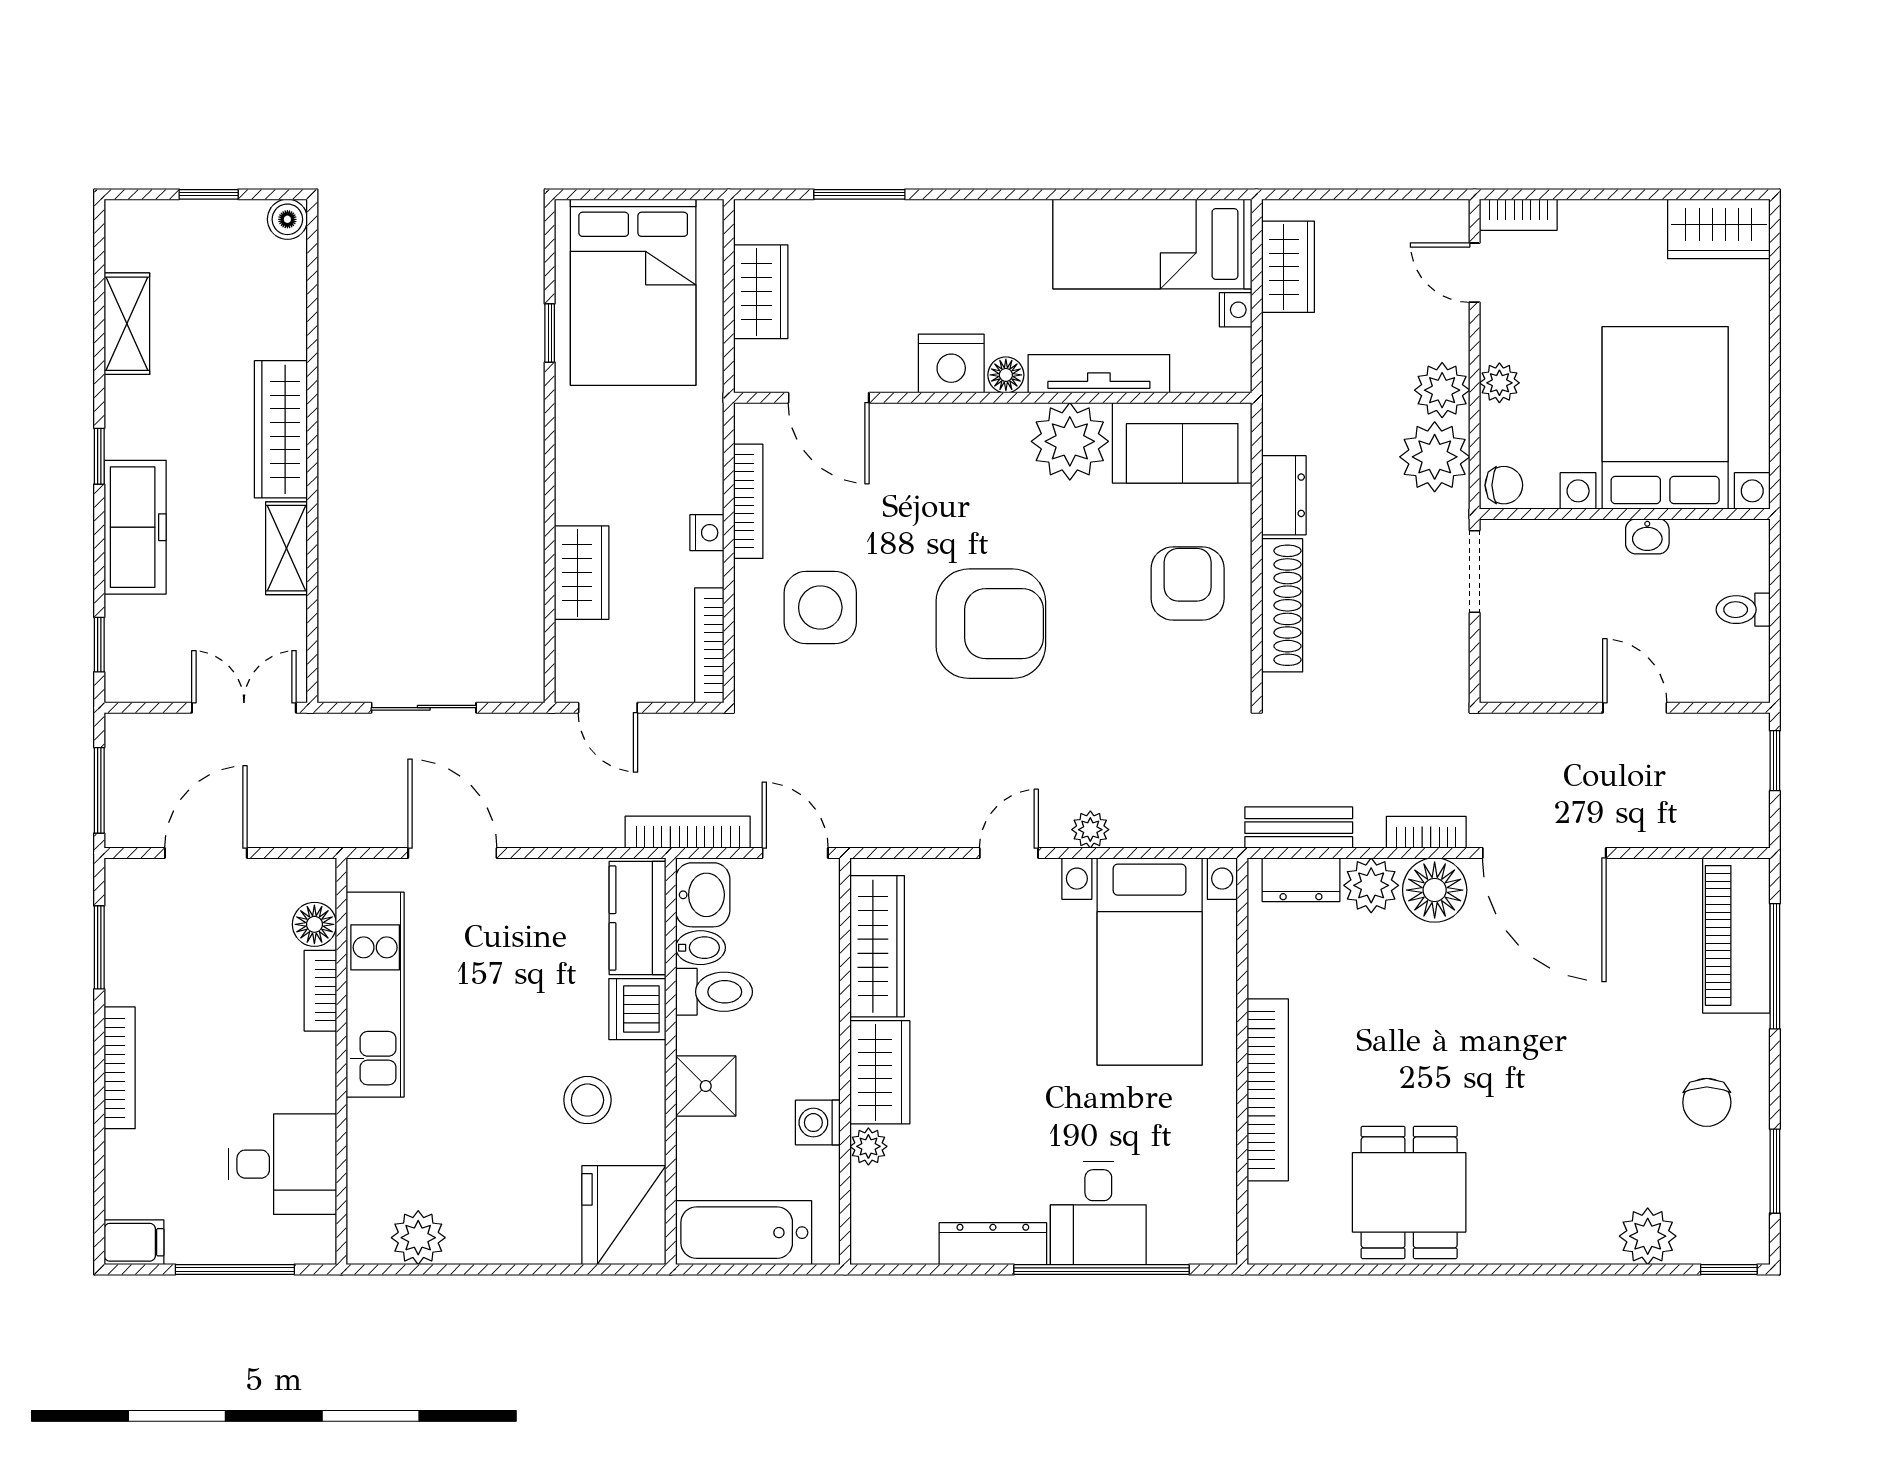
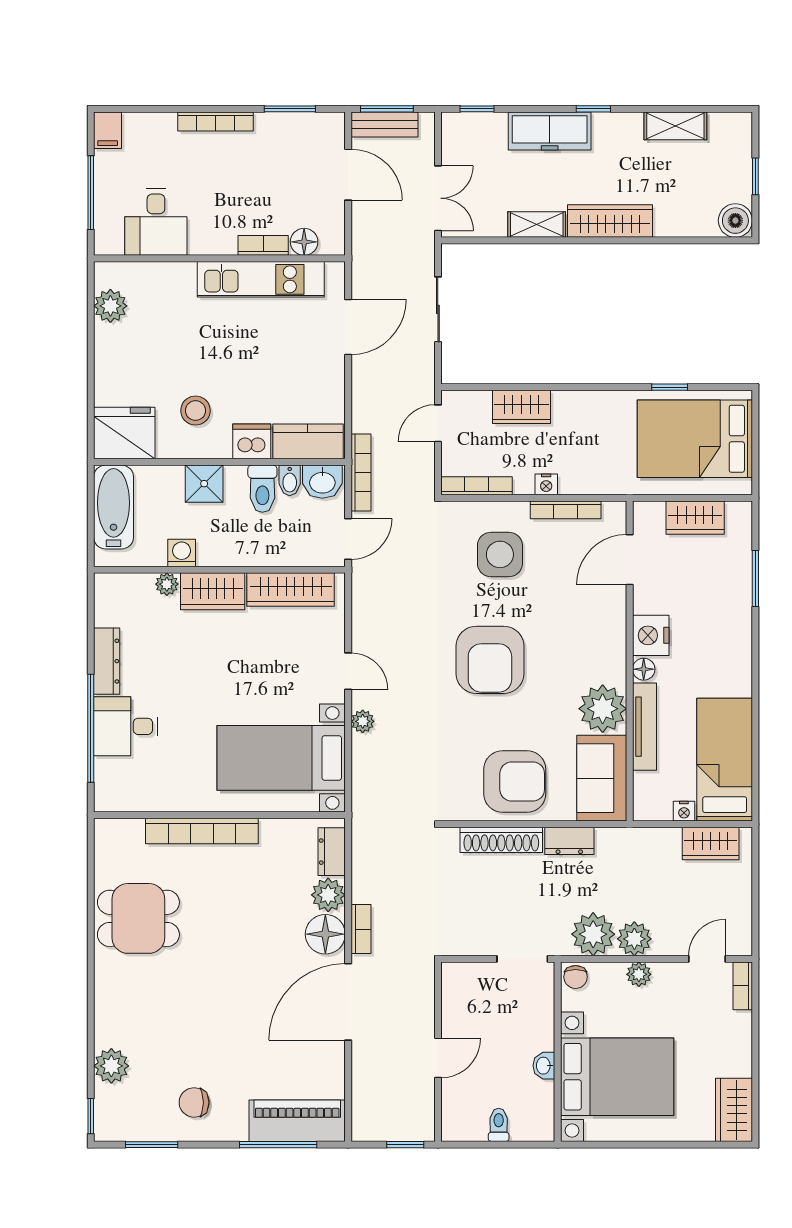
boiler: (287, 219) -> (735, 221), width x1.36, depth x1.36
armchair: (1188, 583) -> (515, 782), width x1.36, depth x1.36
bench: (1299, 828) -> (385, 124), moved, turned 90

